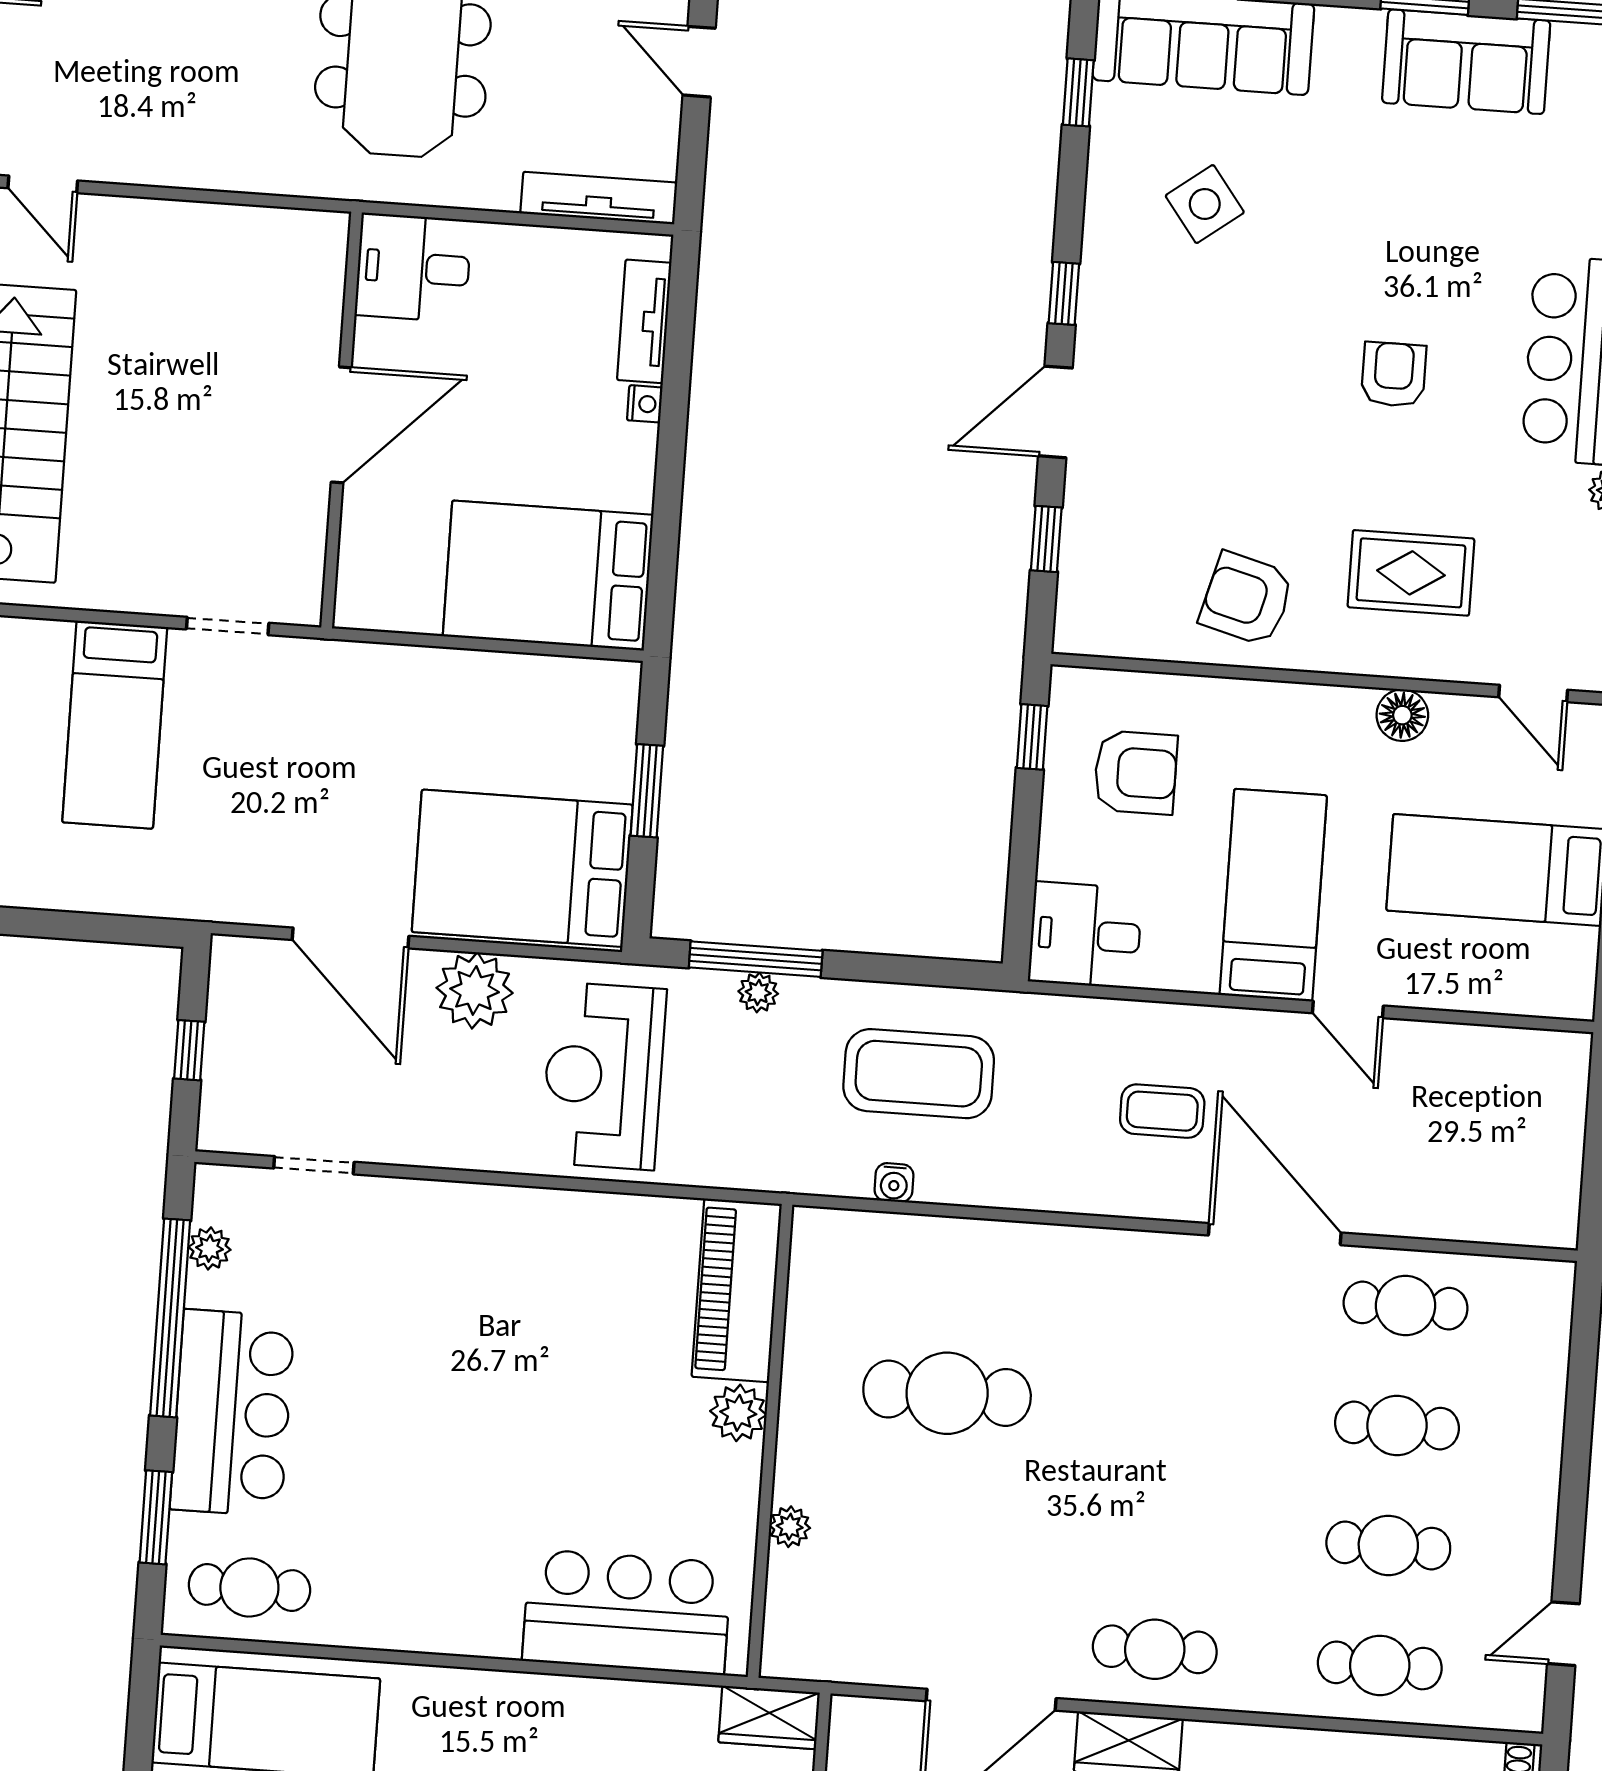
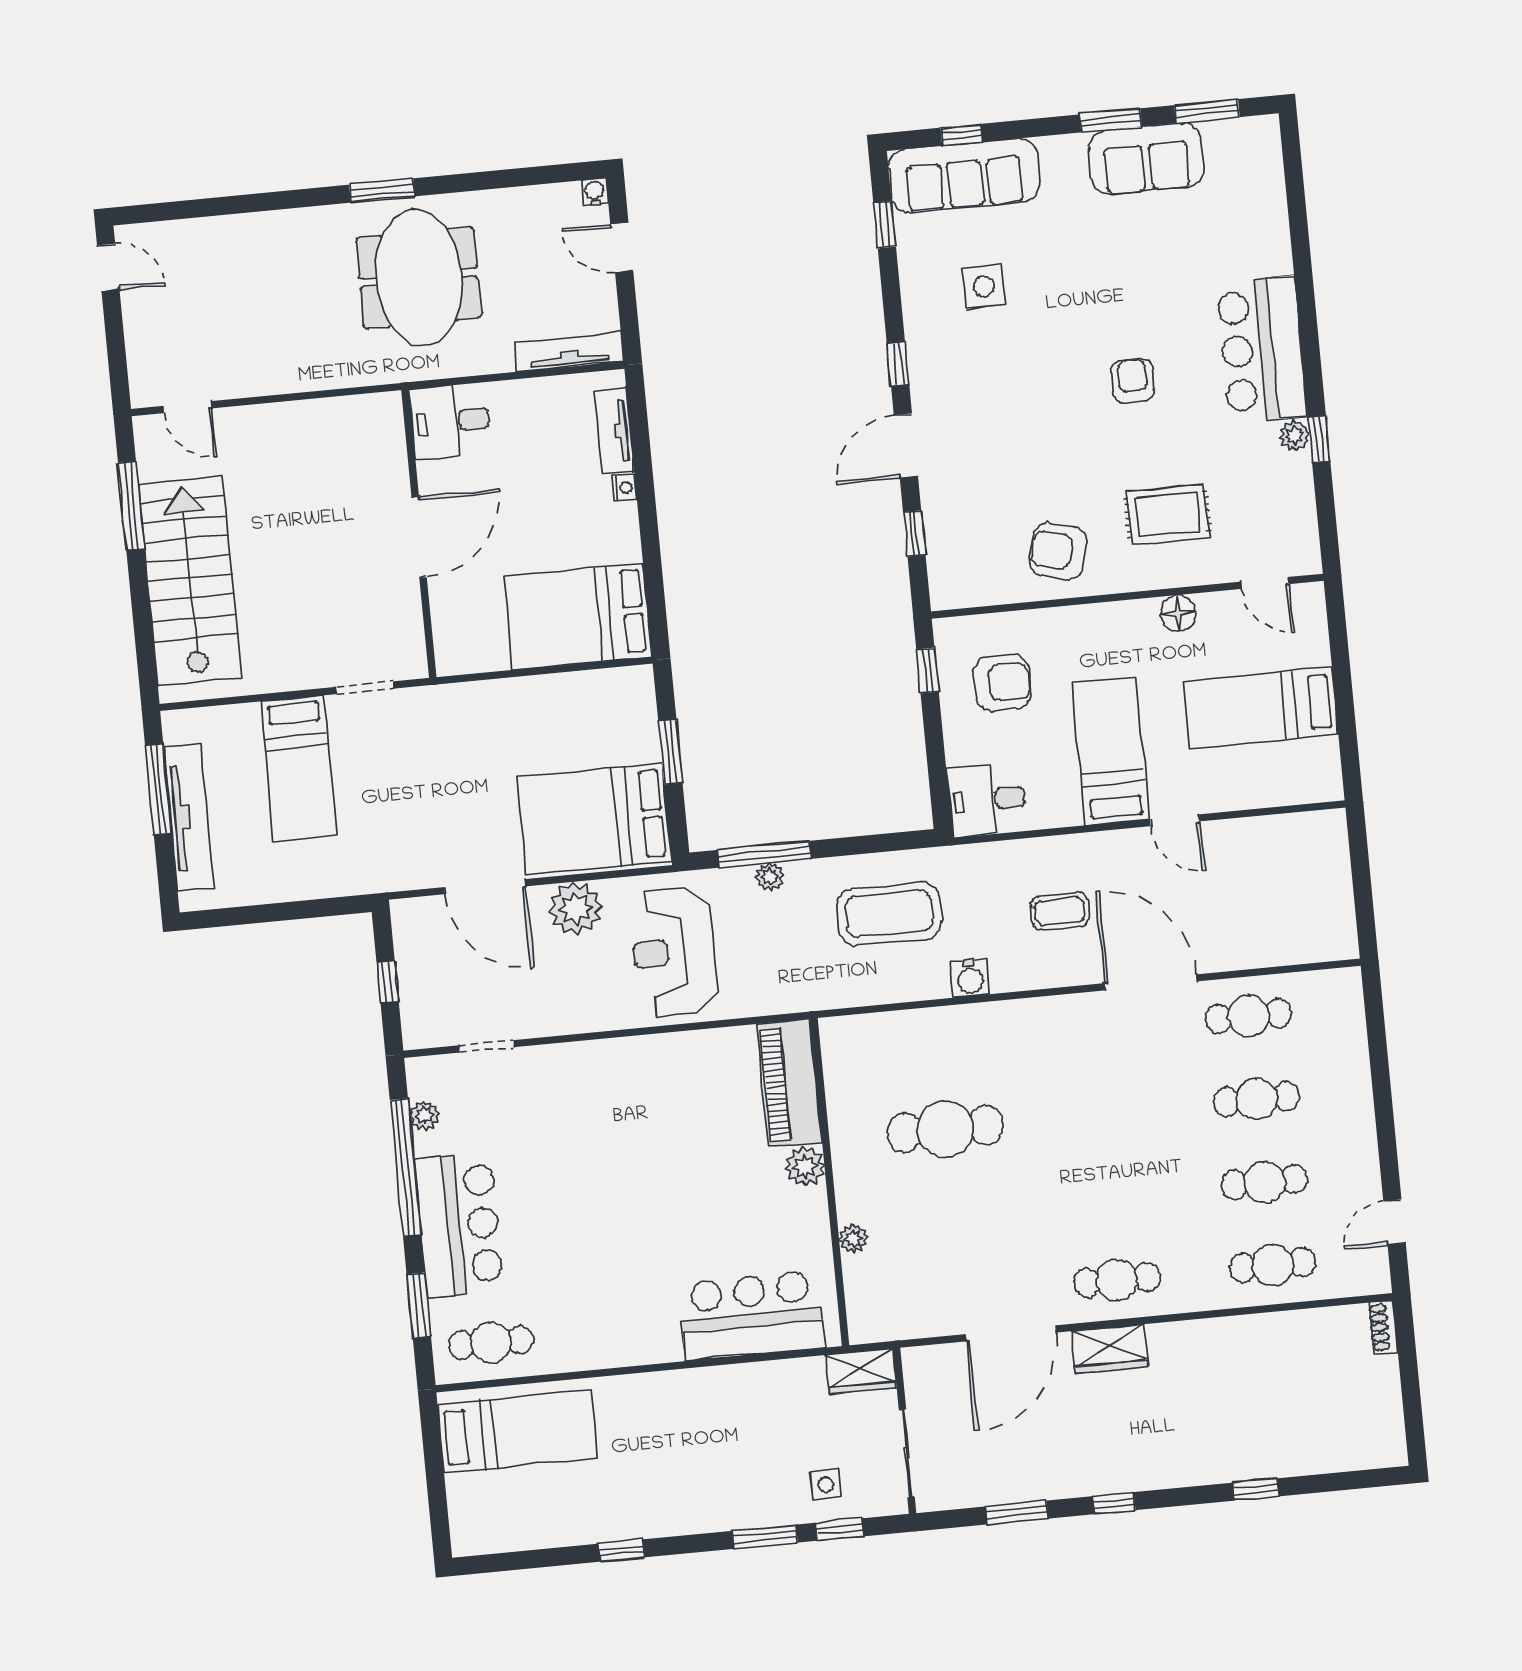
side table: (1205, 204) -> (984, 286), turned 37
water cooler: (894, 1183) -> (970, 978), moved, width x1.38, depth x1.38

